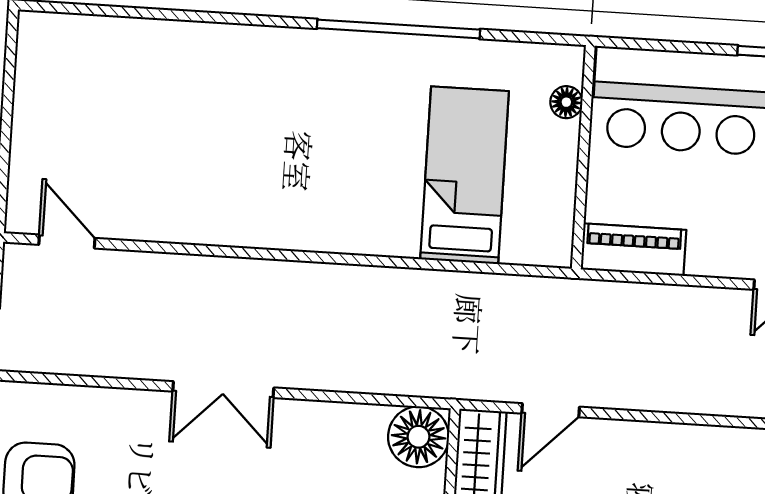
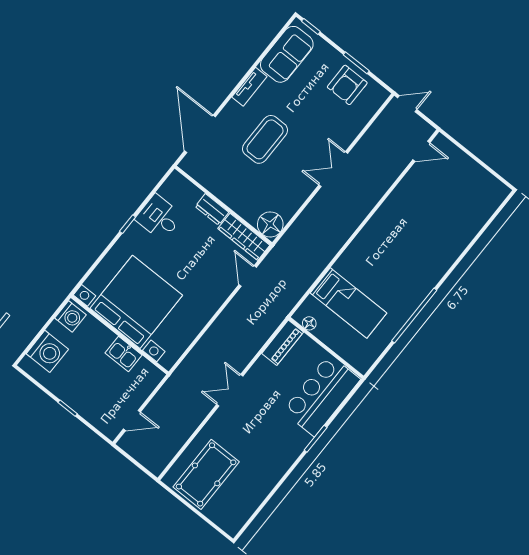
floor lamp: (566, 102) -> (309, 323), moved

